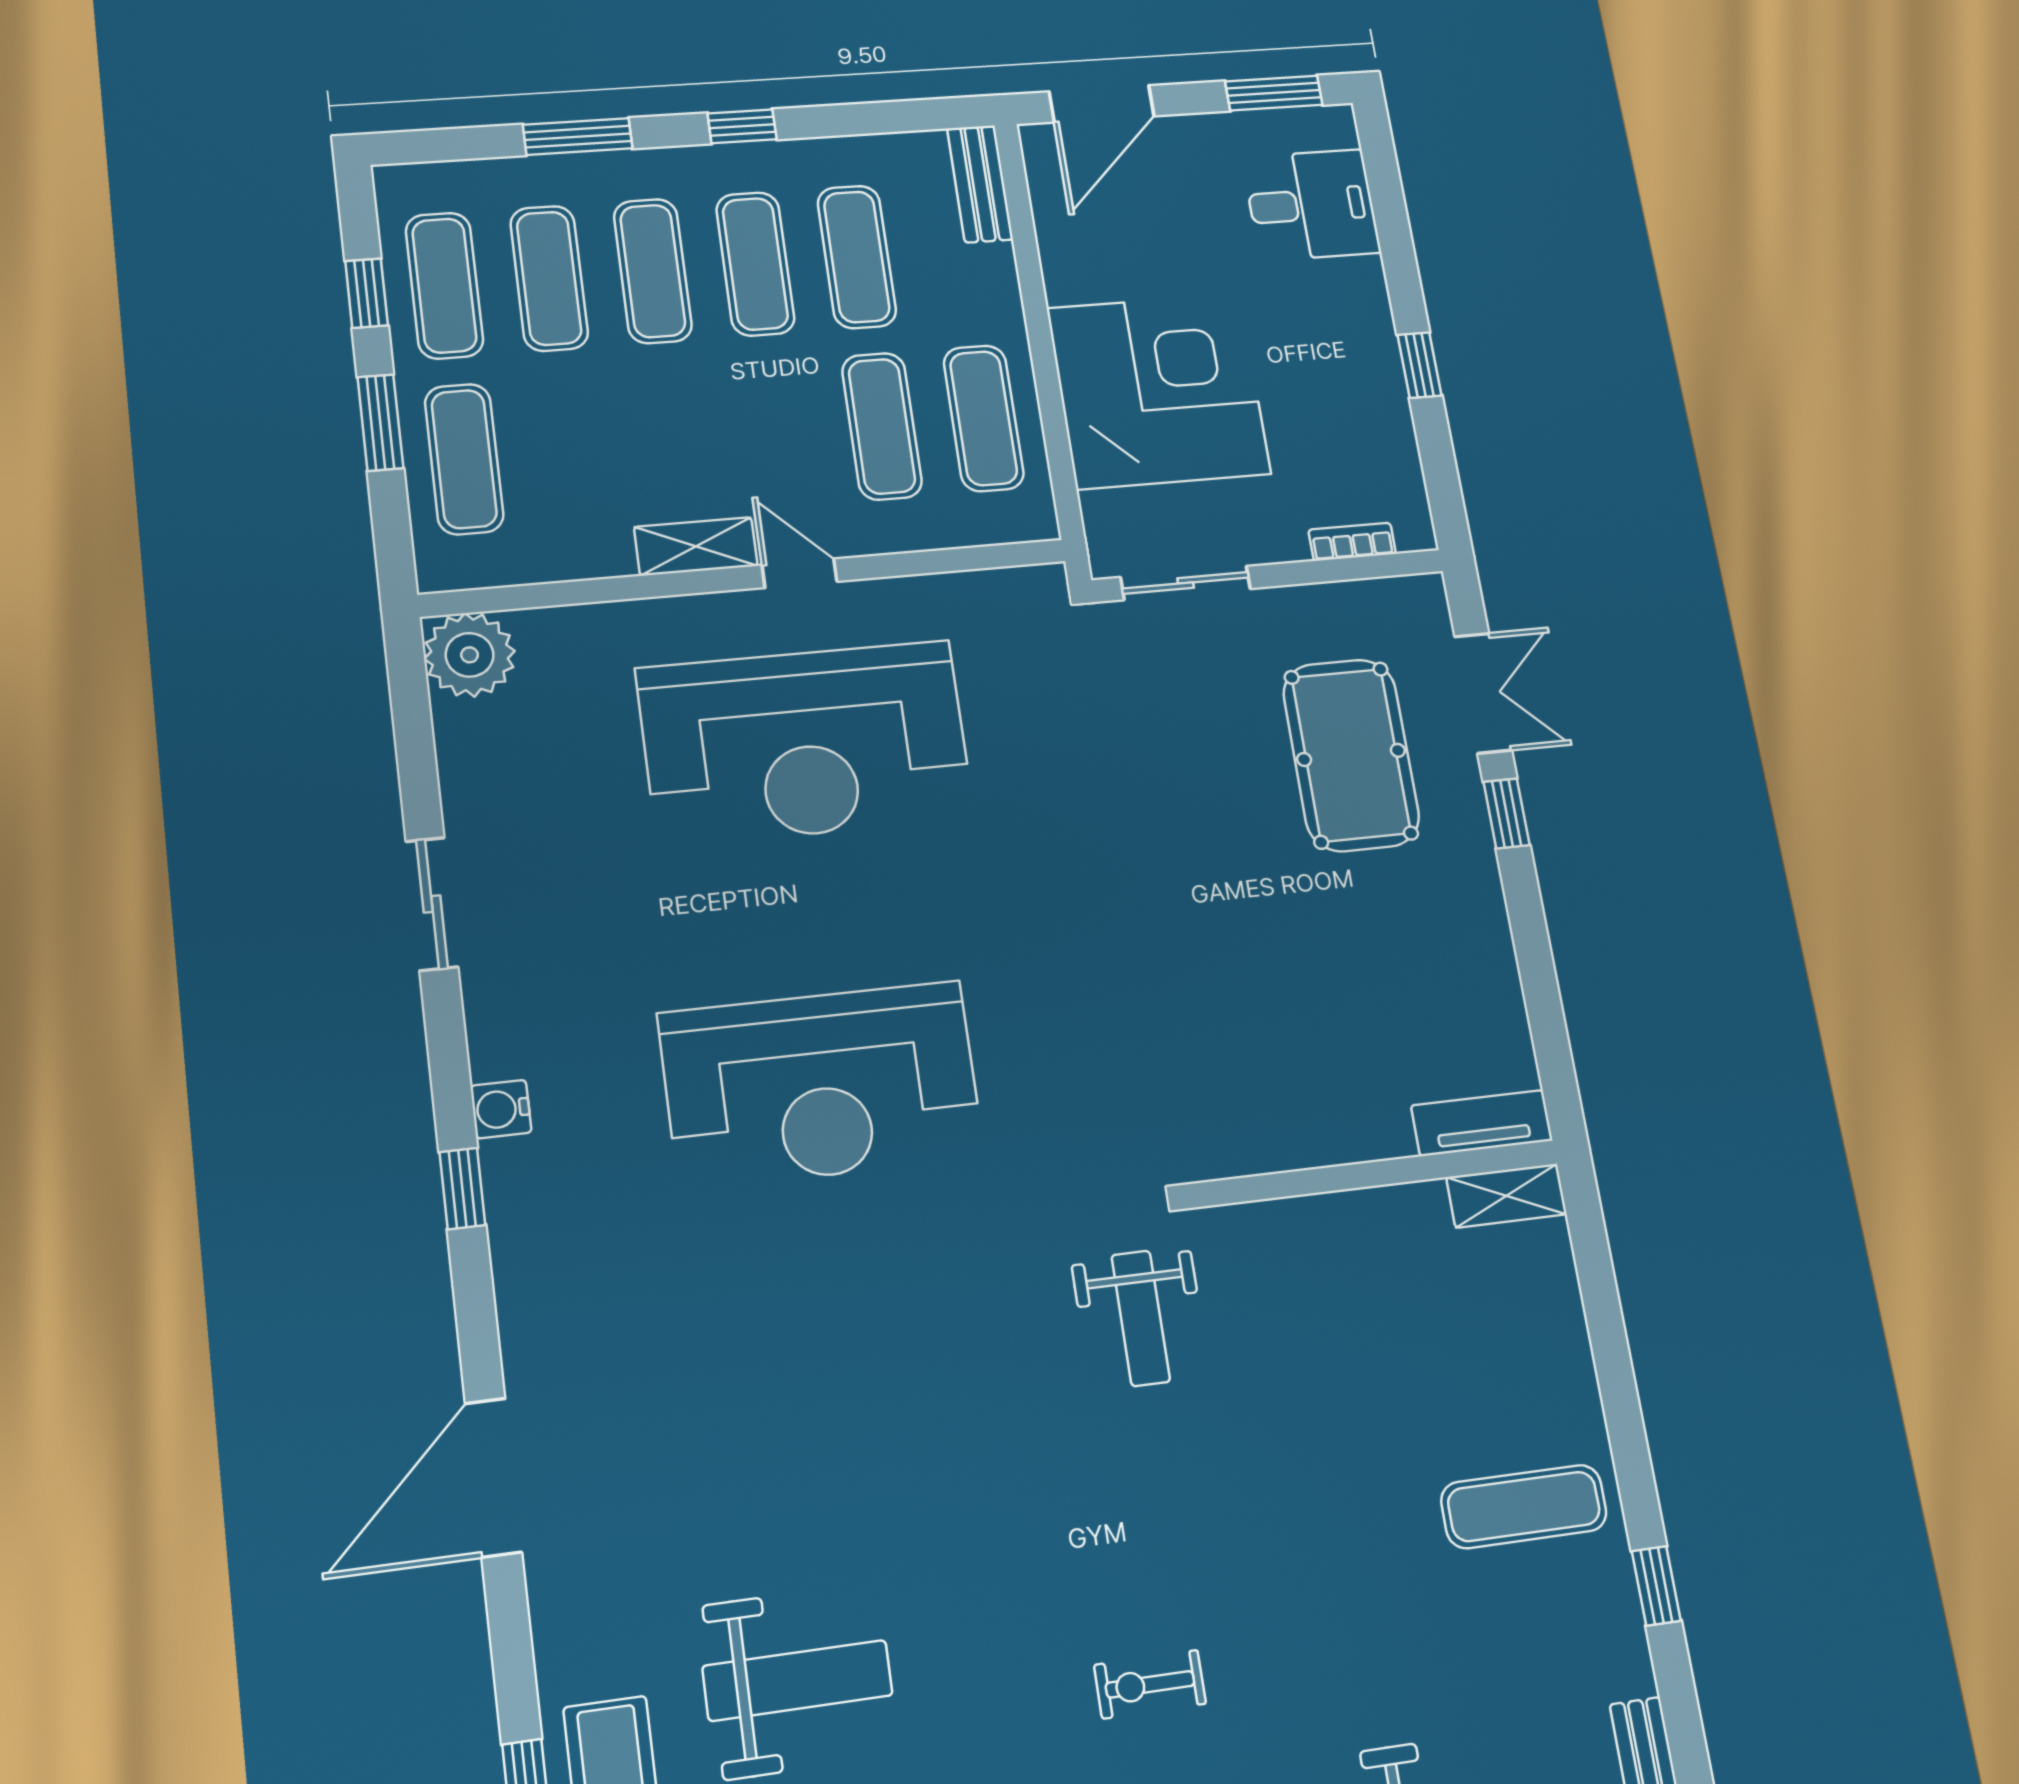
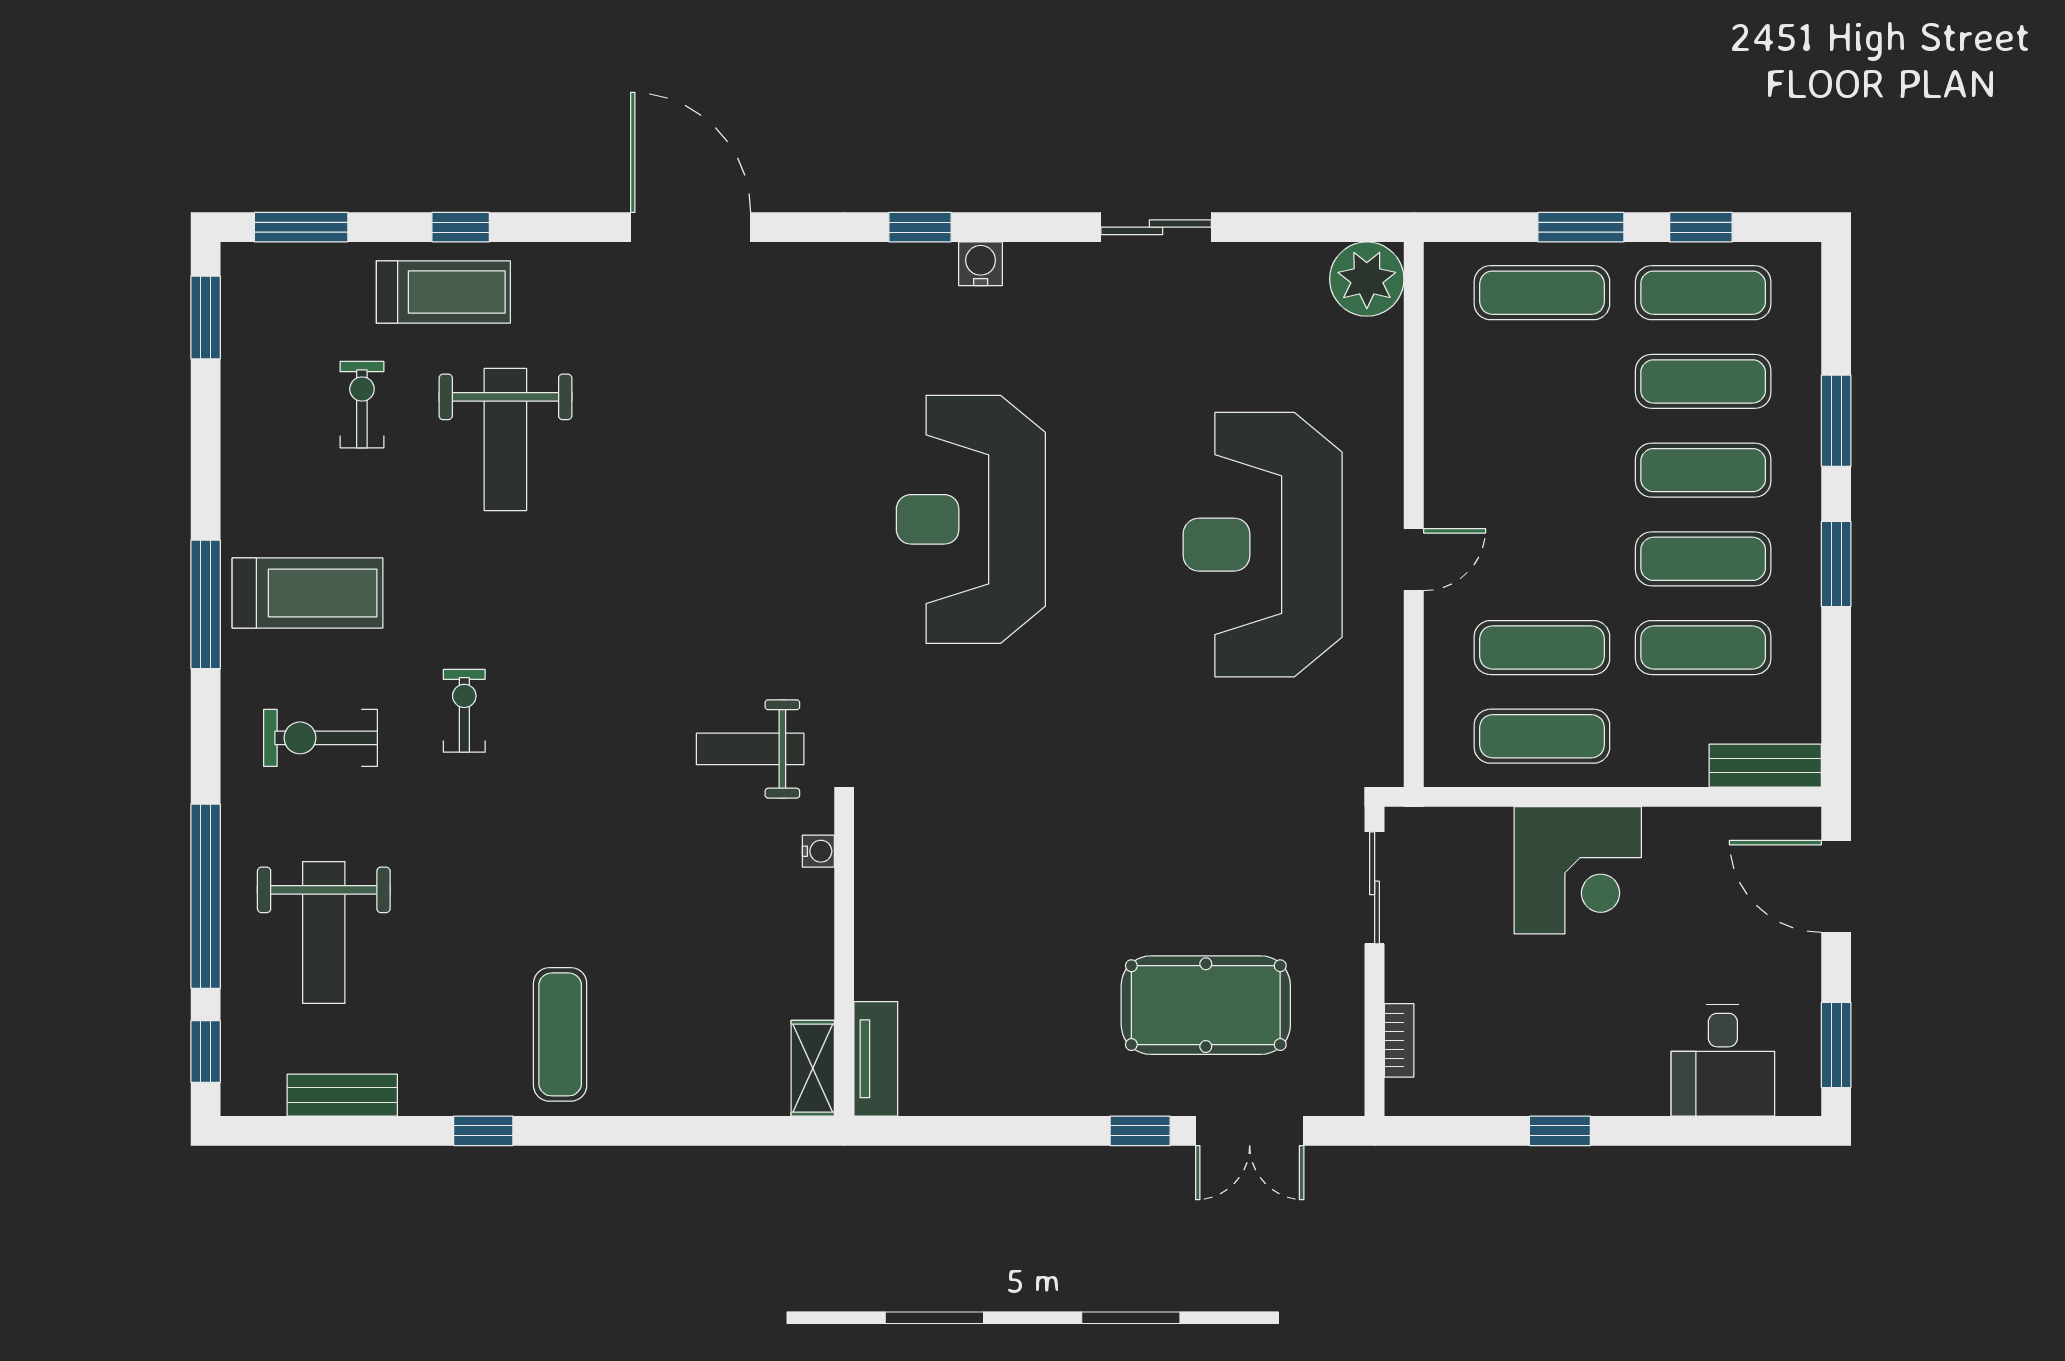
window: (742, 126) -> (1836, 564), width x1.50
corner desk: (1159, 391) -> (1578, 870), width x0.74, depth x0.74
shelving: (696, 546) -> (1446, 476), removed
water cooler: (1250, 1220) -> (818, 851), added

